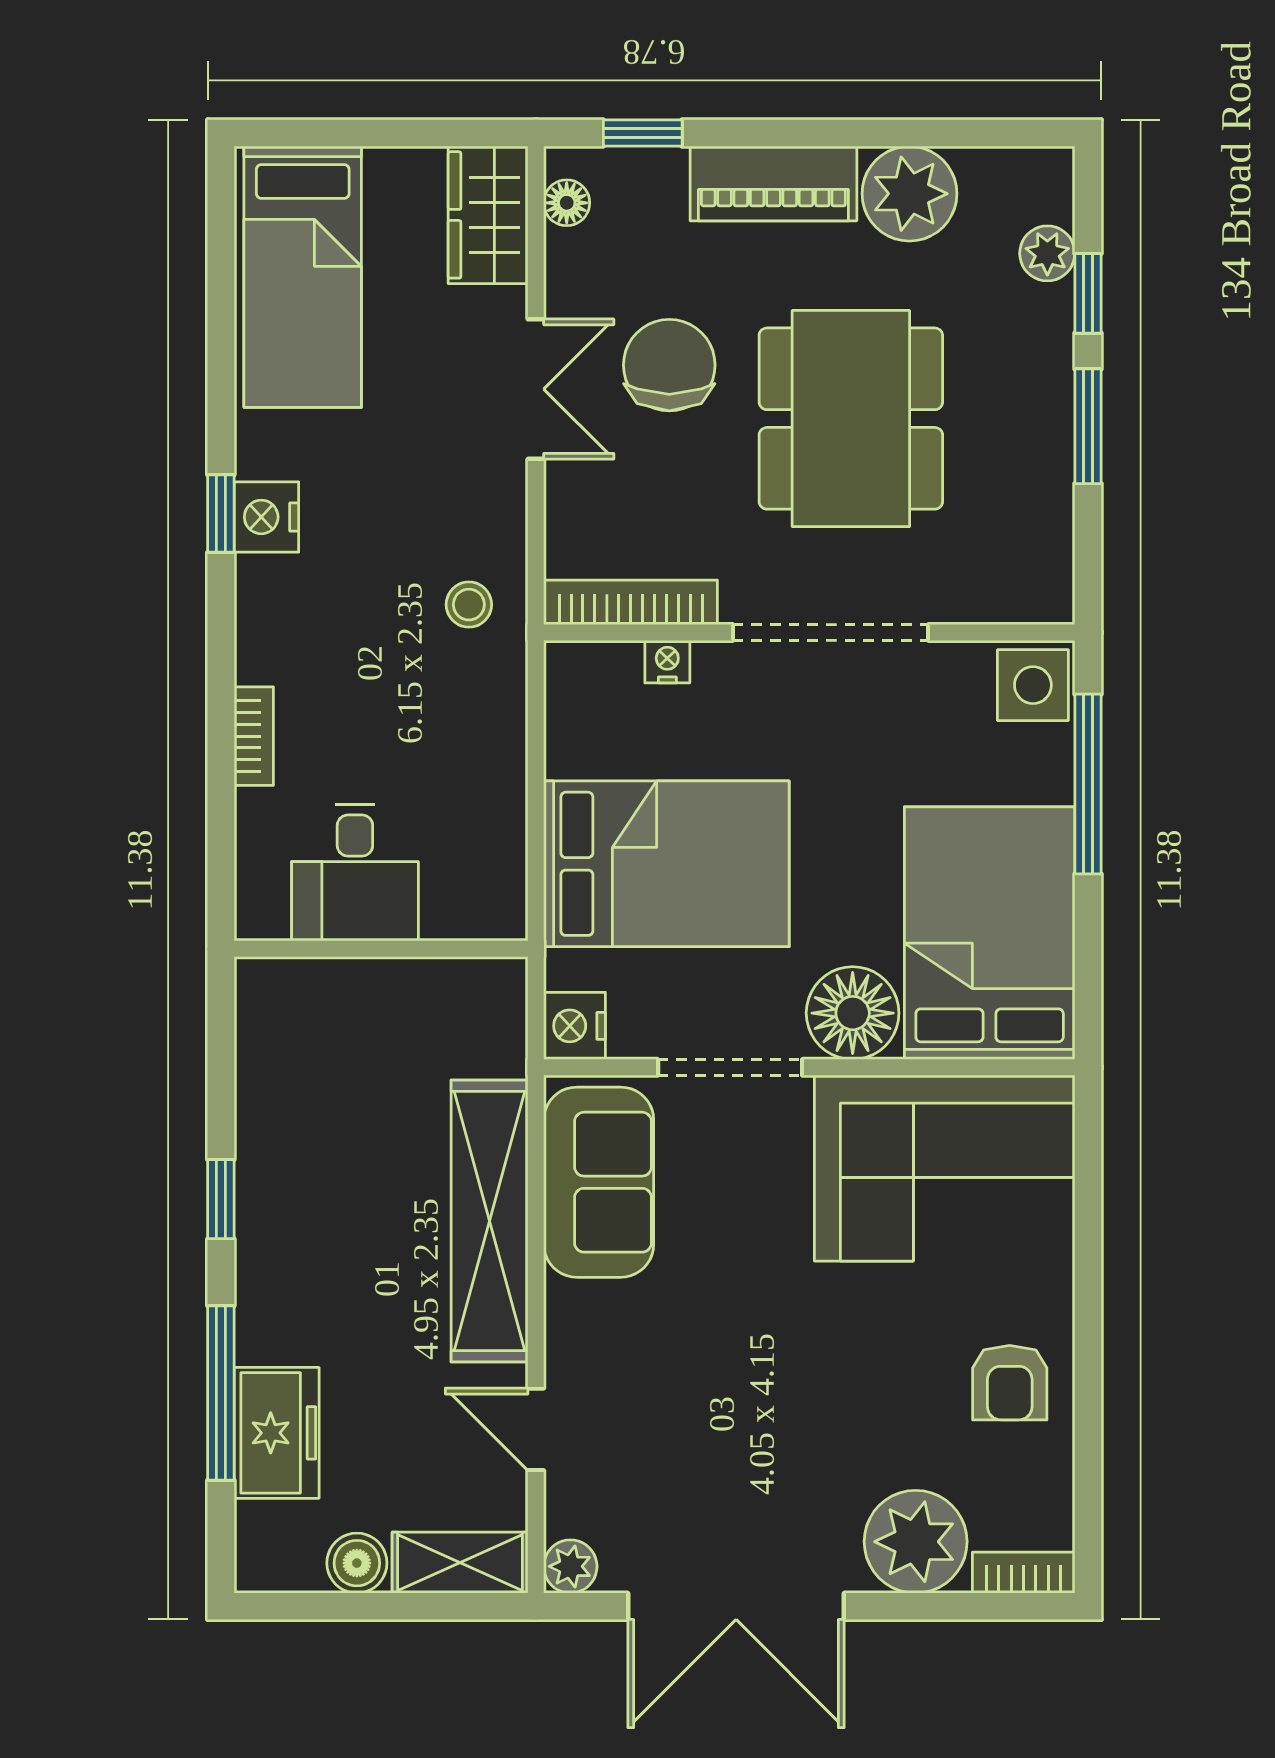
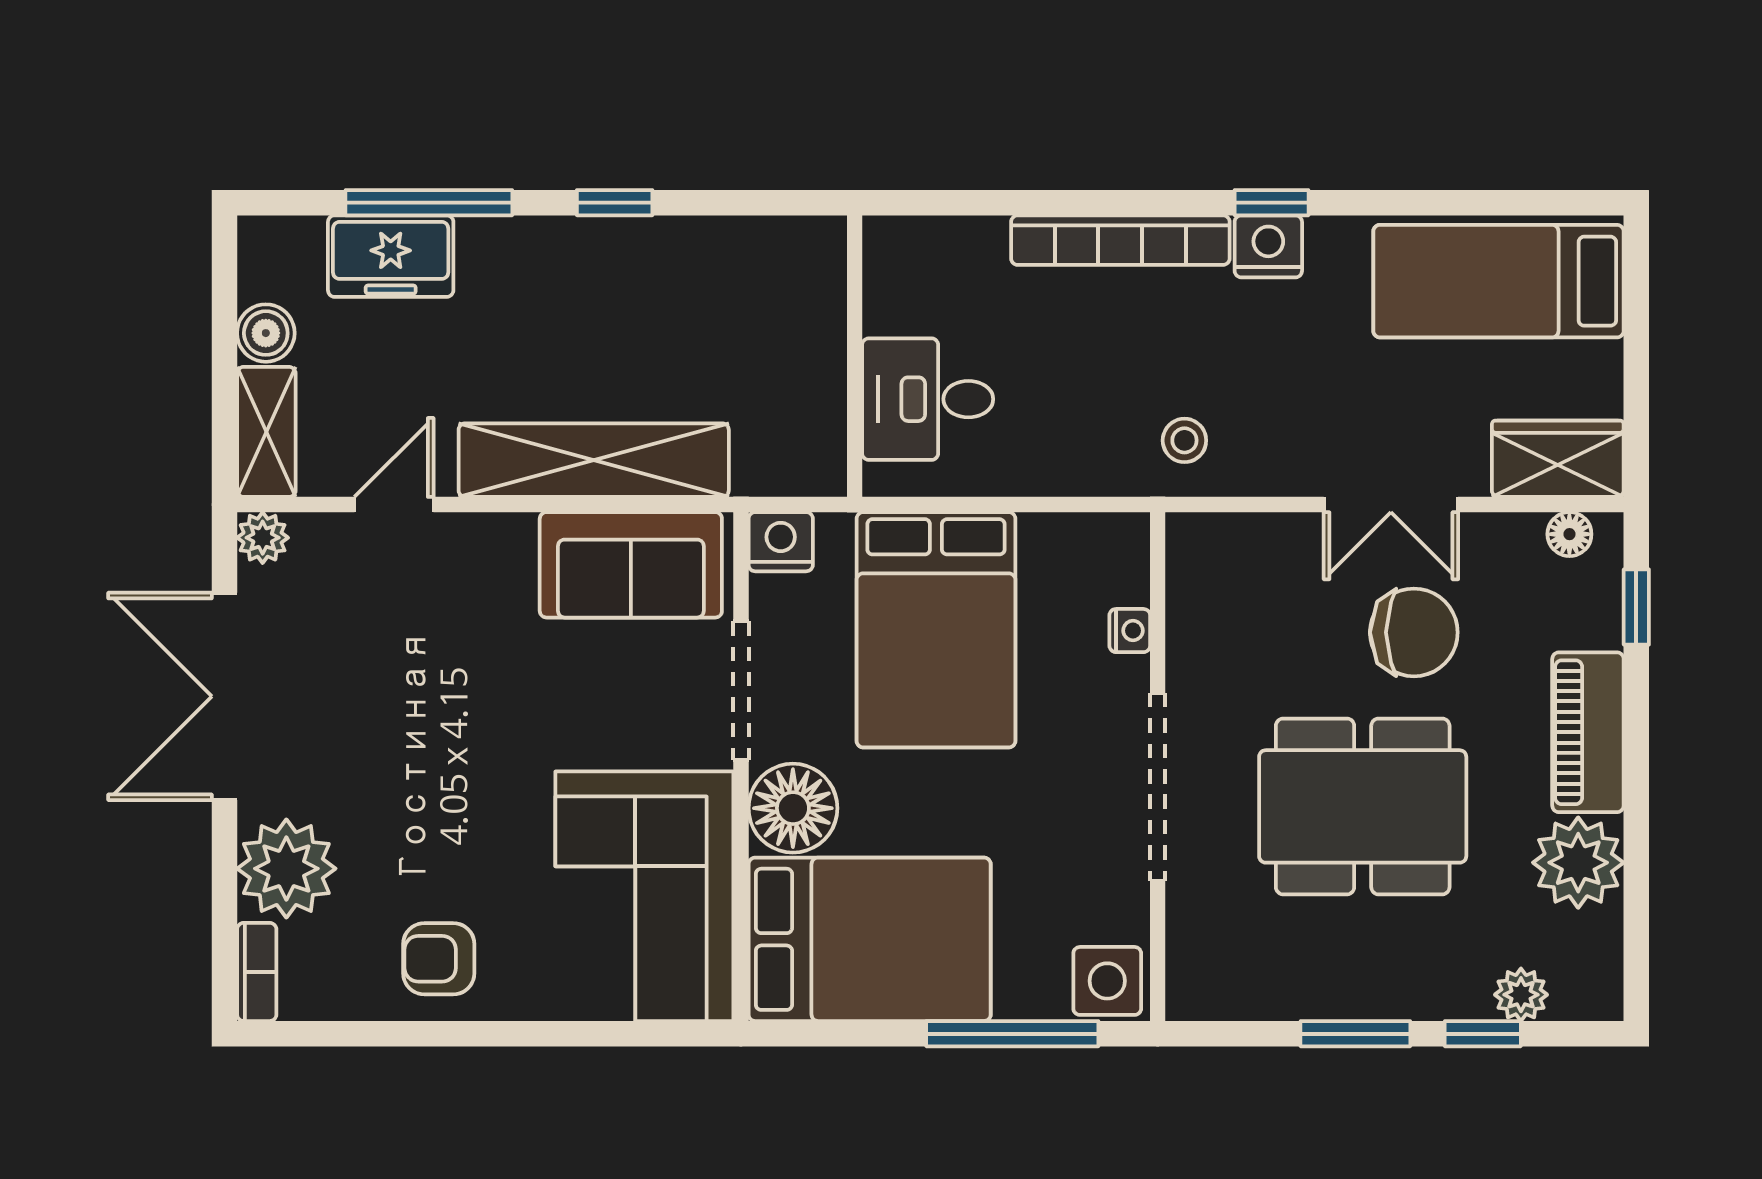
bookcase: (631, 602) -> (1187, 595), removed
bookcase: (254, 736) -> (1120, 240), width x2.31, depth x1.31
desk: (355, 872) -> (928, 399), moved

